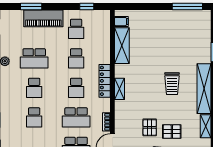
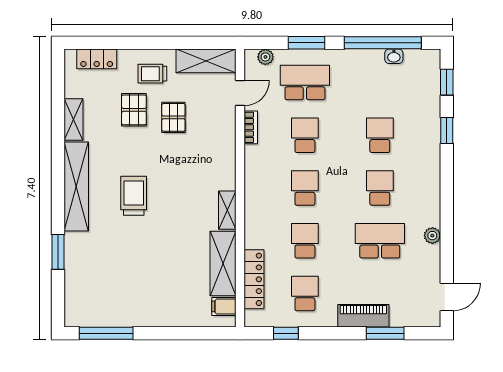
piano: (43, 18) -> (363, 316), width x0.73, depth x0.75
locker: (105, 81) -> (254, 279), moved
shelving: (120, 89) -> (227, 210), moved
school desk: (76, 117) -> (305, 135), width x0.54
pallet: (172, 132) -> (134, 110), turned 90

